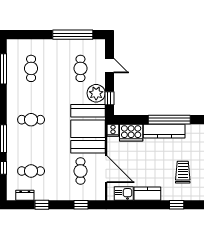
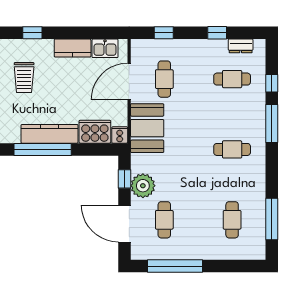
door: (109, 66) -> (125, 224), width x1.88
booth: (88, 129) -> (147, 128), width x0.73, depth x0.70
door: (106, 169) -> (129, 81), hinge flipped

